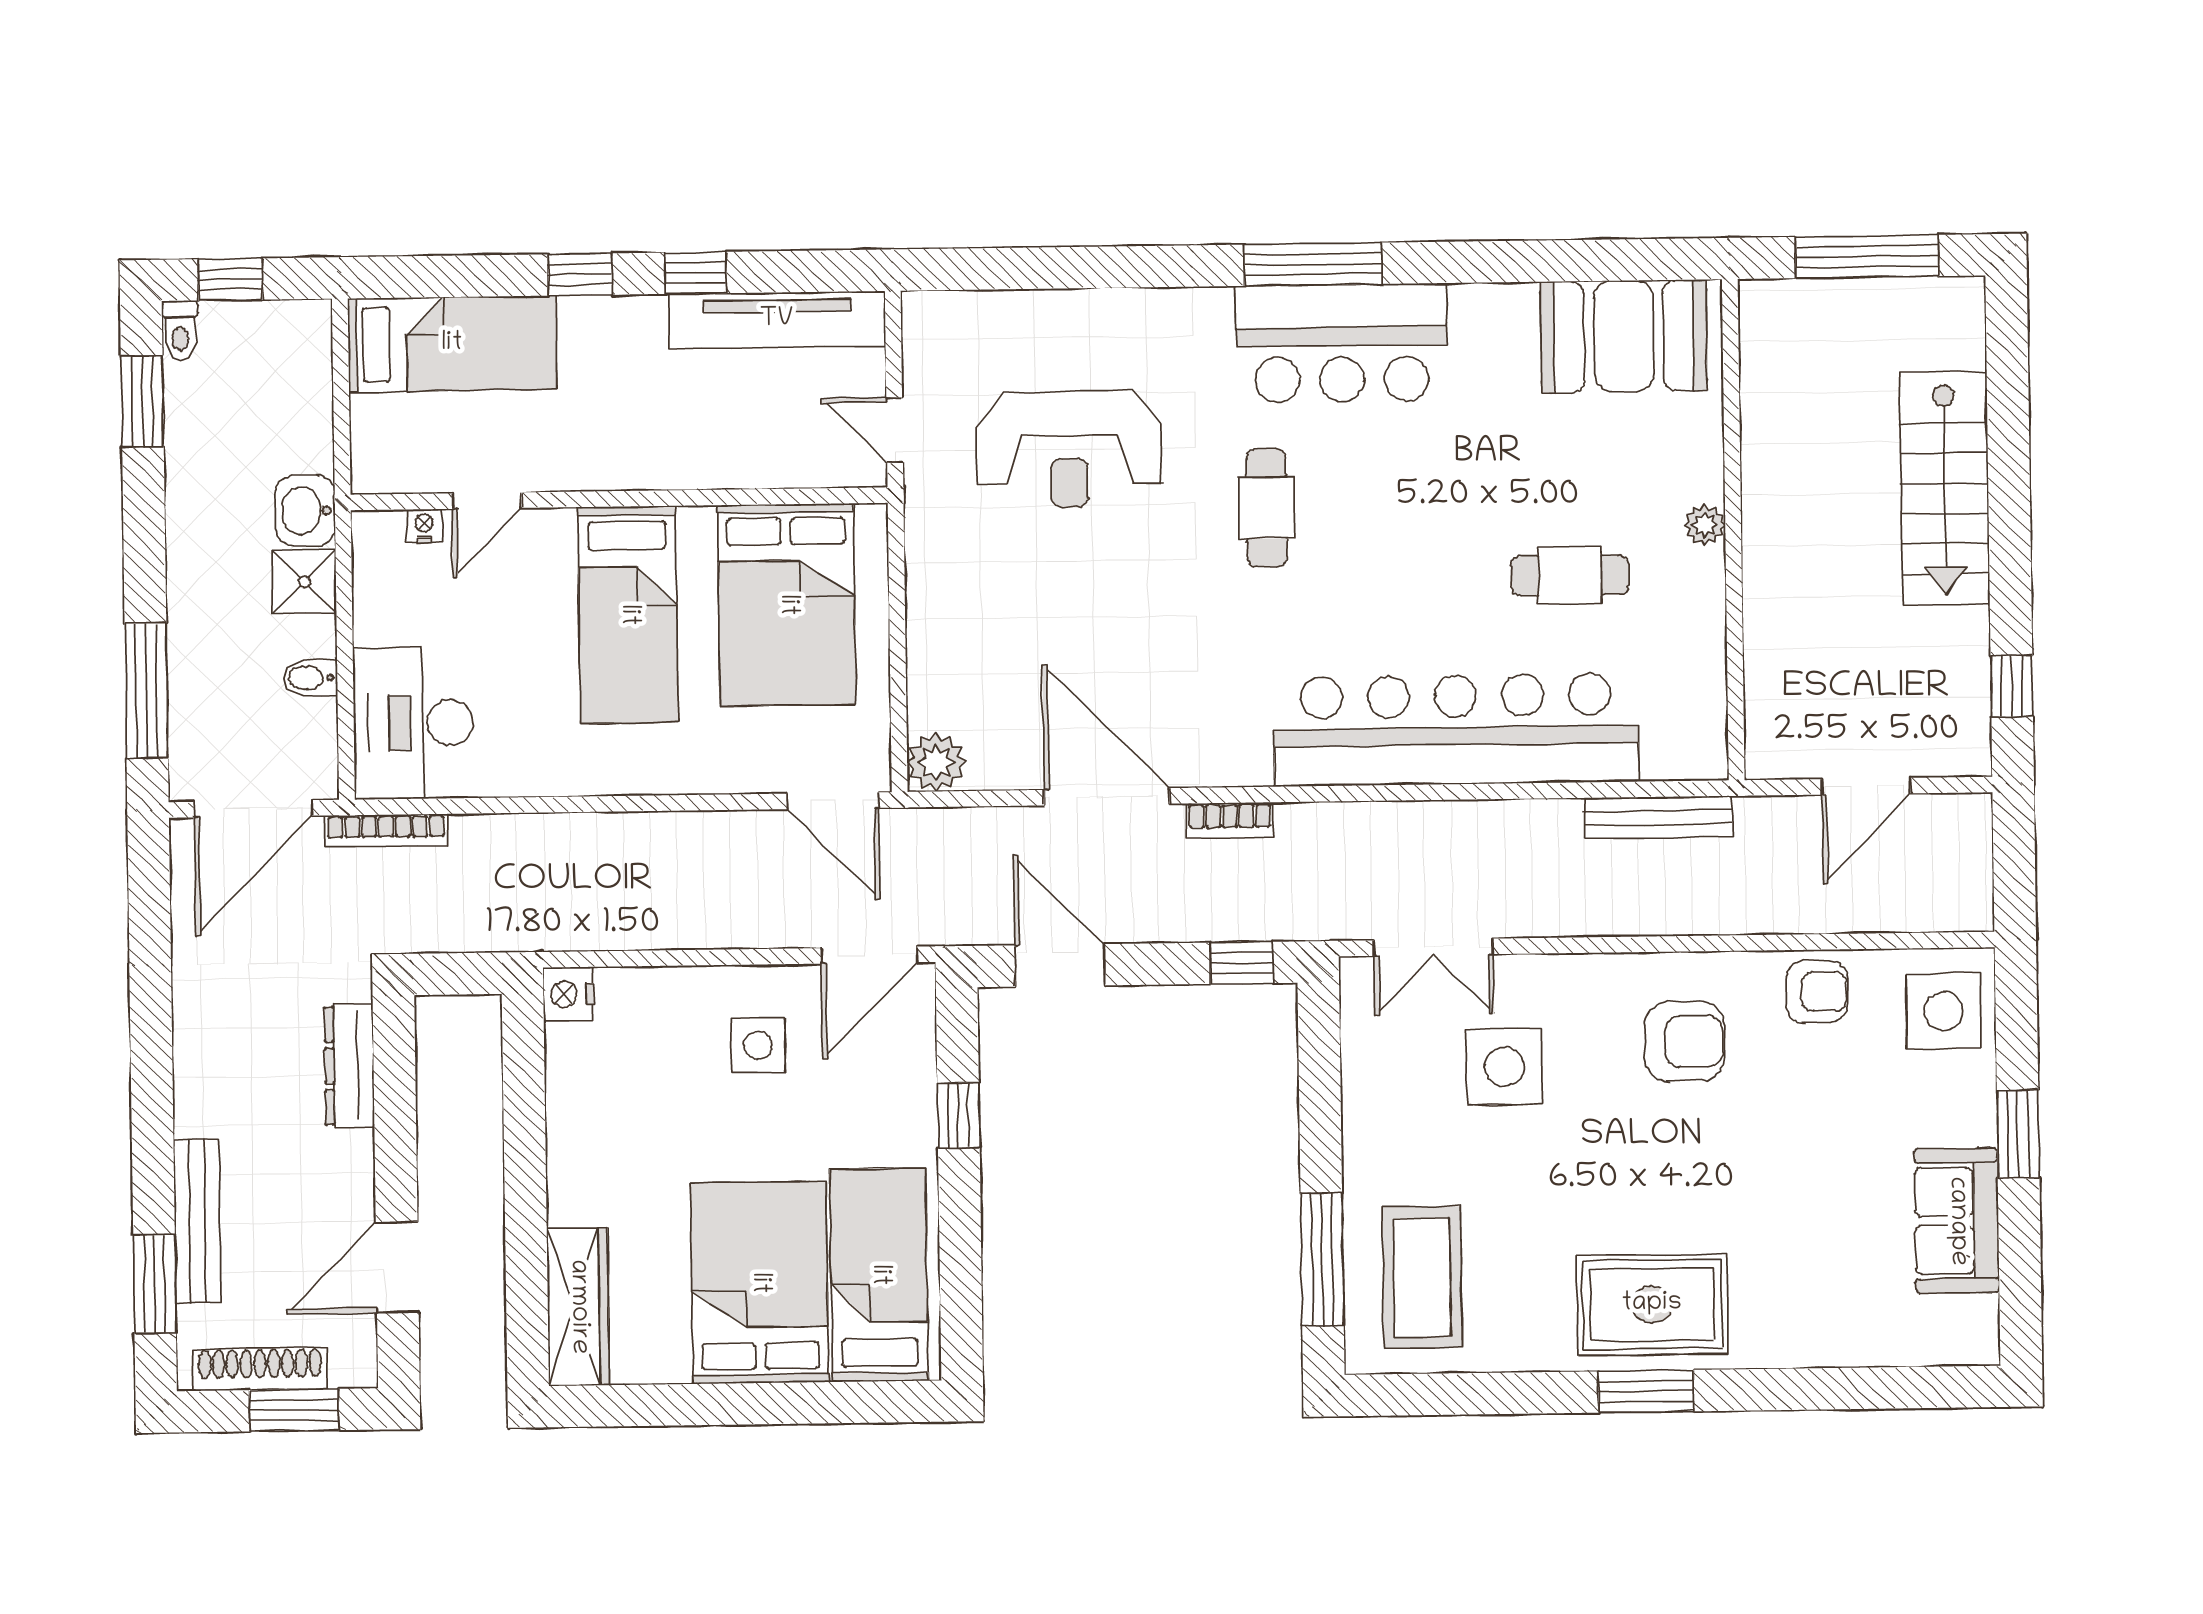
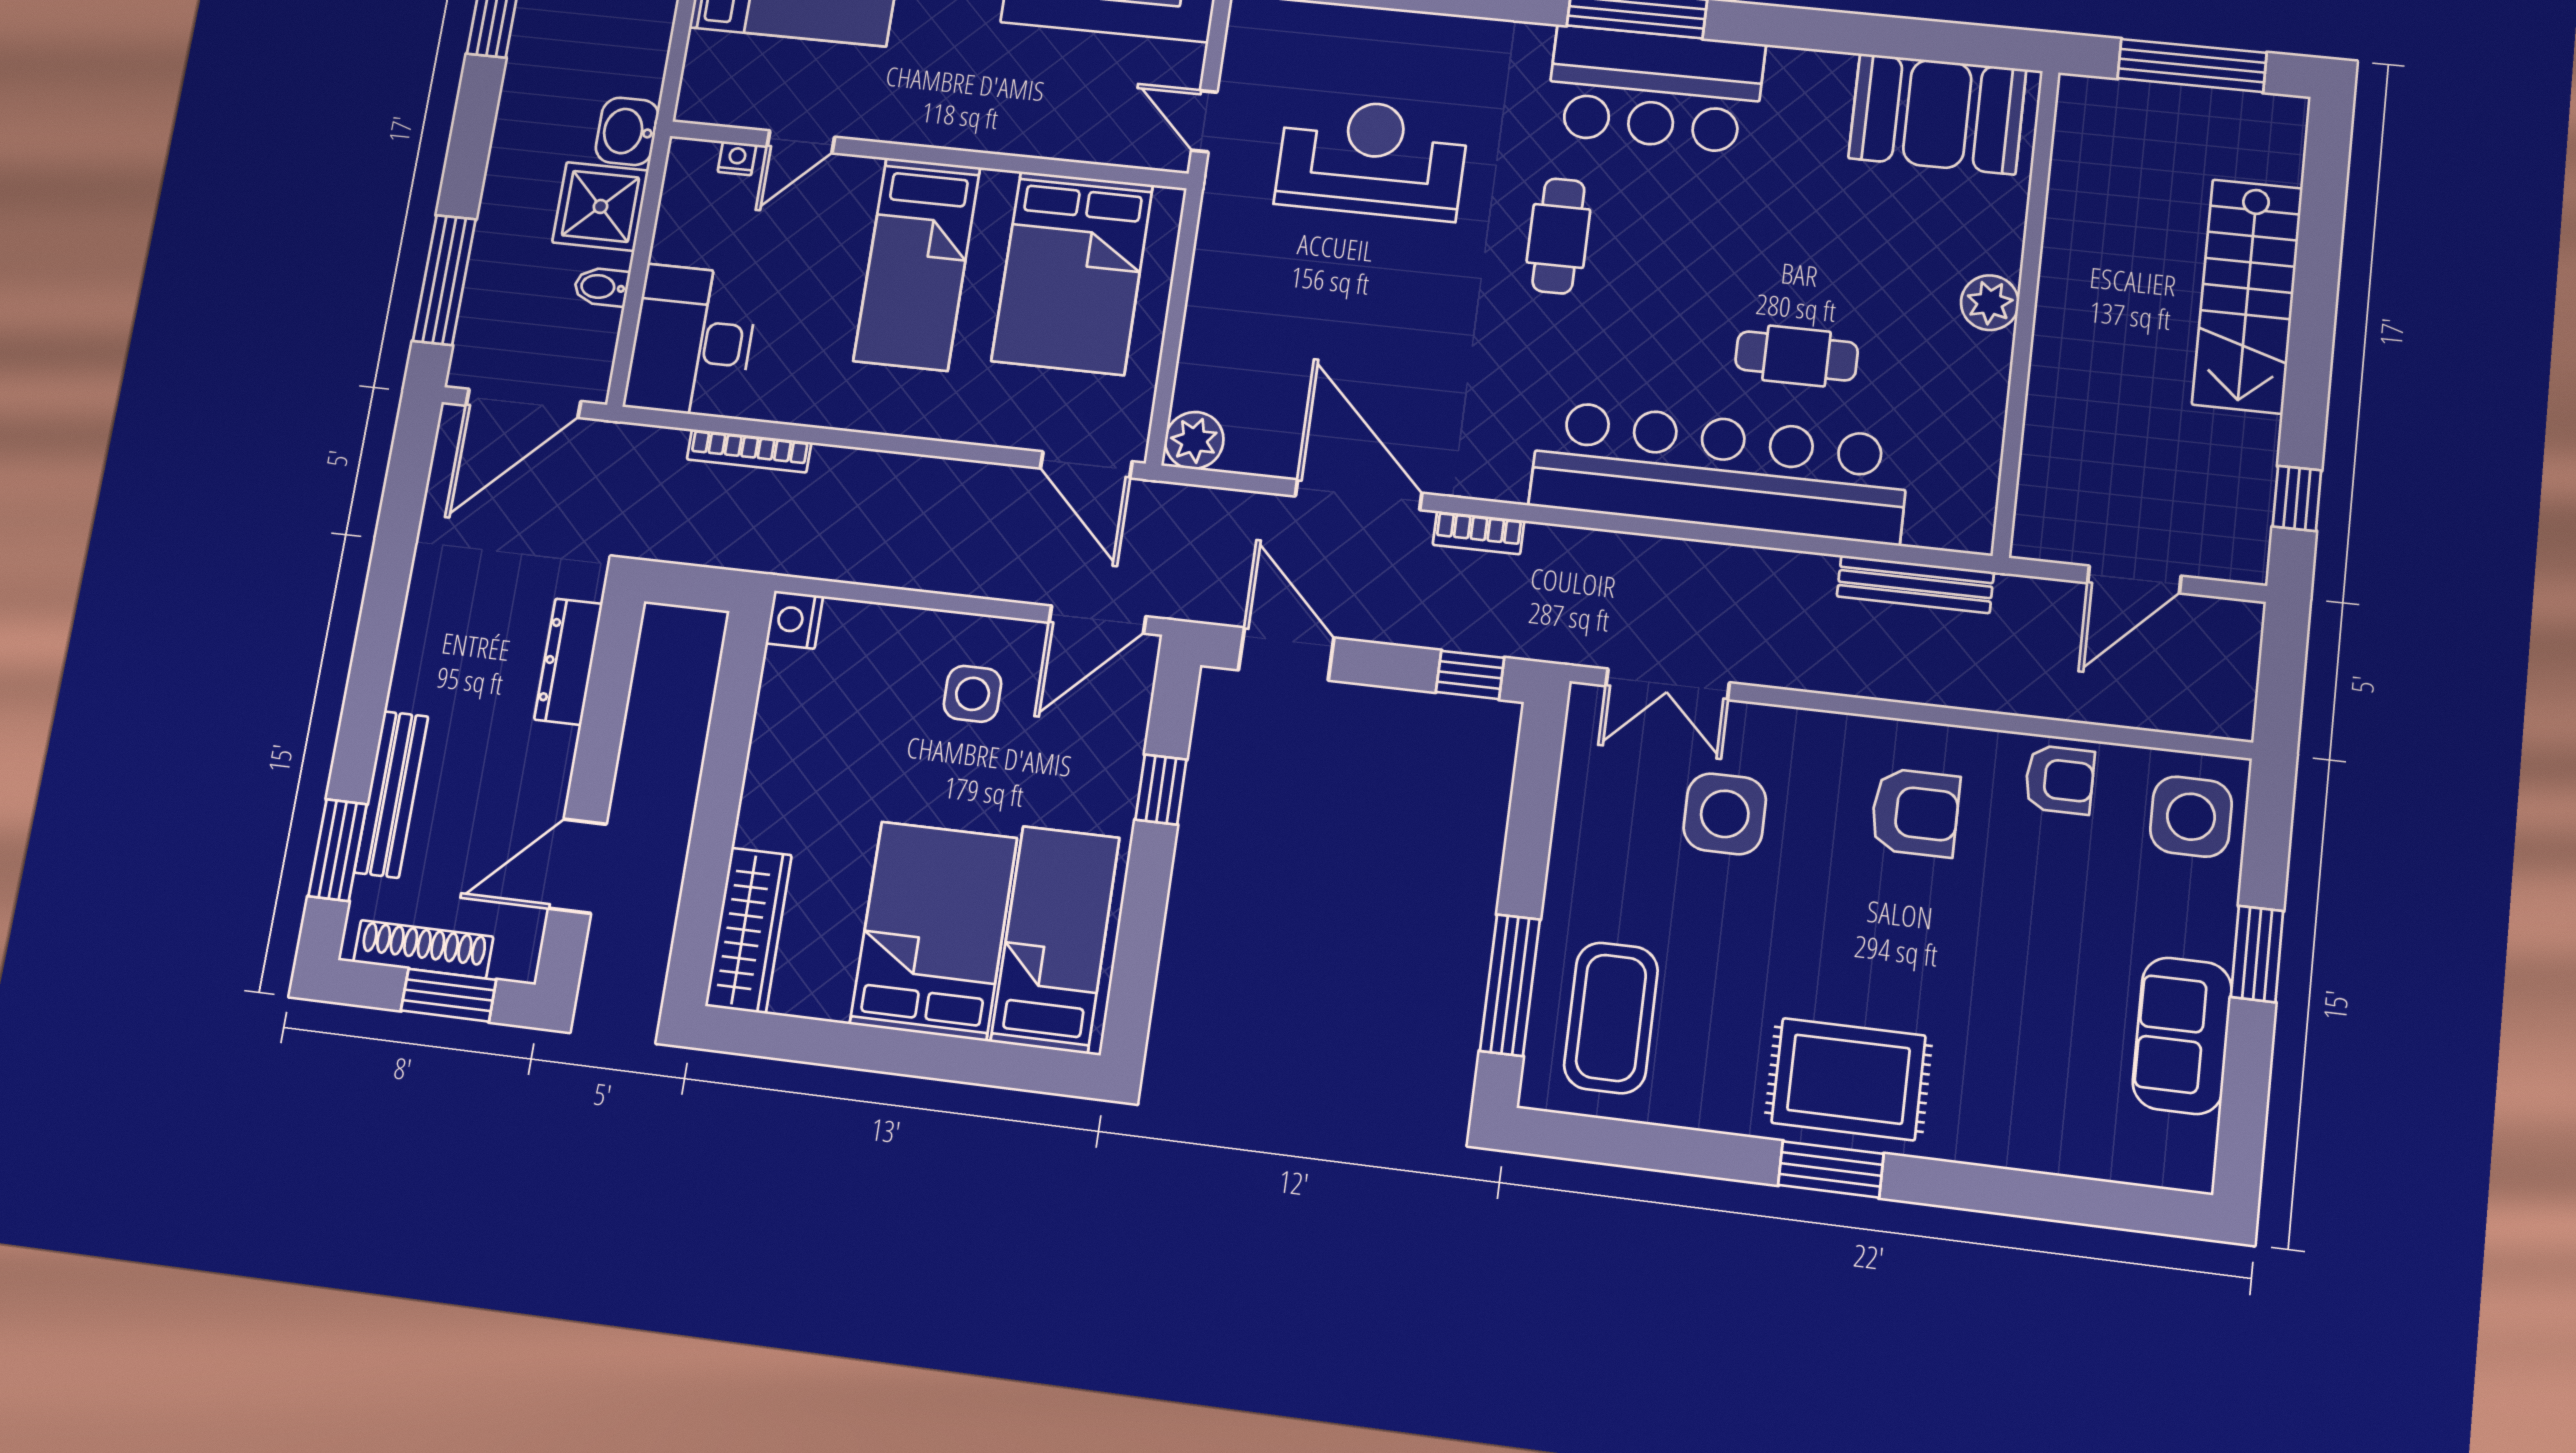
reception desk: (1069, 449) -> (1372, 158), turned 180
plant: (1705, 525) -> (1990, 303), width x1.38, depth x1.38
cafe table: (1570, 575) -> (1797, 356), moved
shower: (304, 582) -> (600, 206), width x1.36, depth x1.36
bookcase: (386, 830) -> (749, 451), moved

